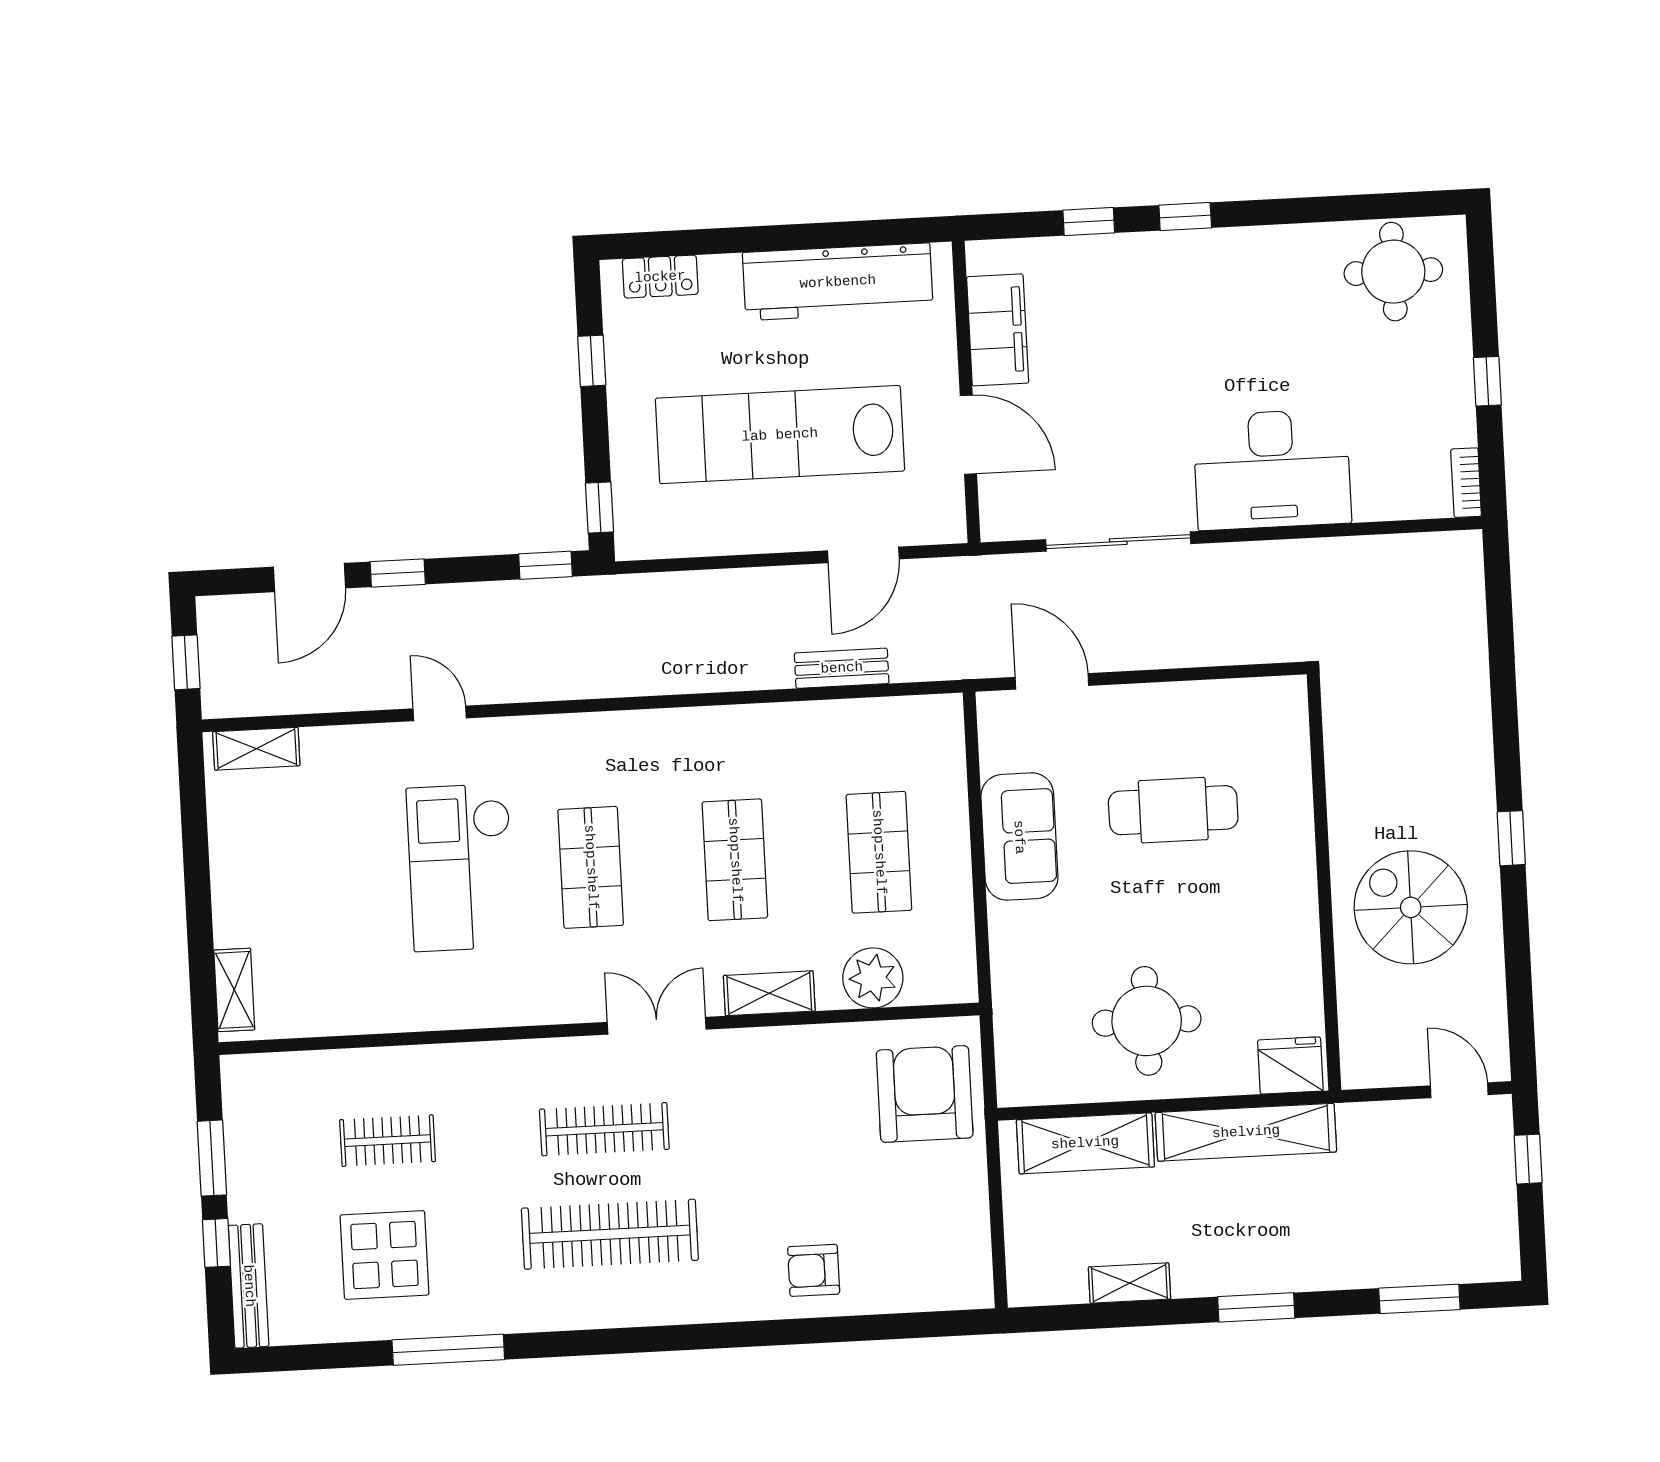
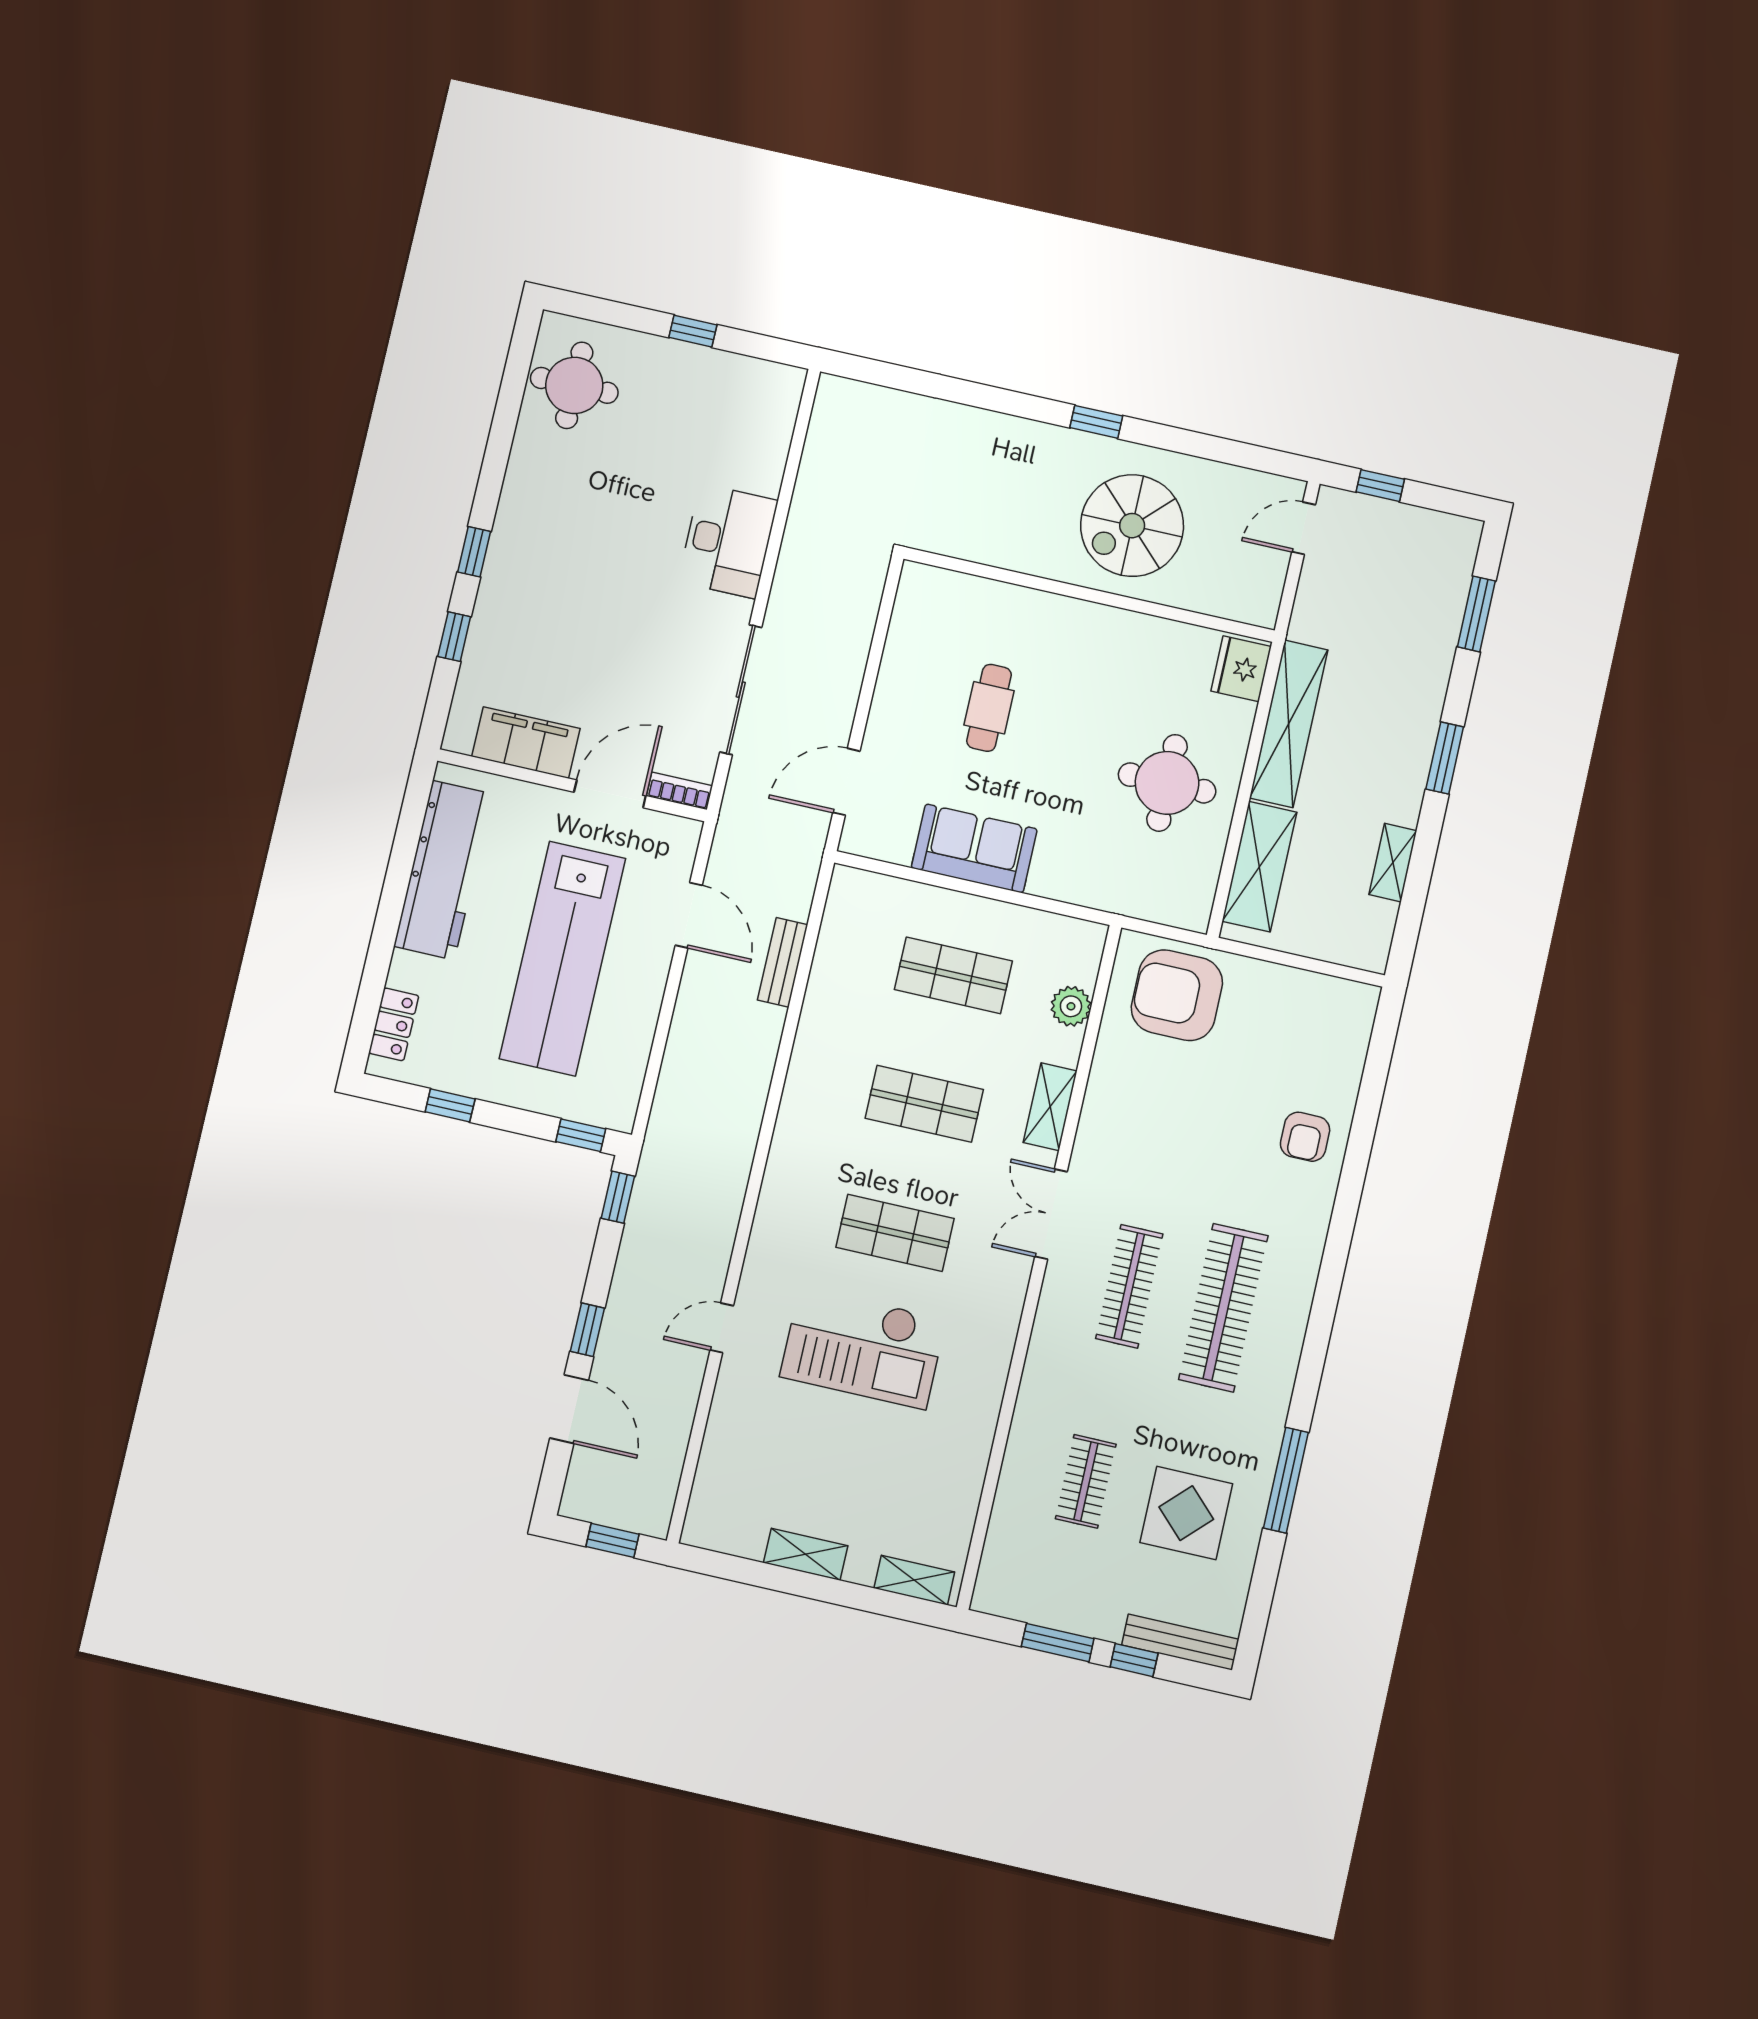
desk: (1272, 469) -> (728, 541), width x0.73, depth x0.77
bookcase: (1466, 483) -> (680, 791), moved, turned 180
shelving: (256, 749) -> (806, 1554), moved, turned 90
cafe table: (1173, 810) -> (989, 708), width x0.73, depth x0.74
plant: (873, 978) -> (1071, 1006), width x0.73, depth x0.73

